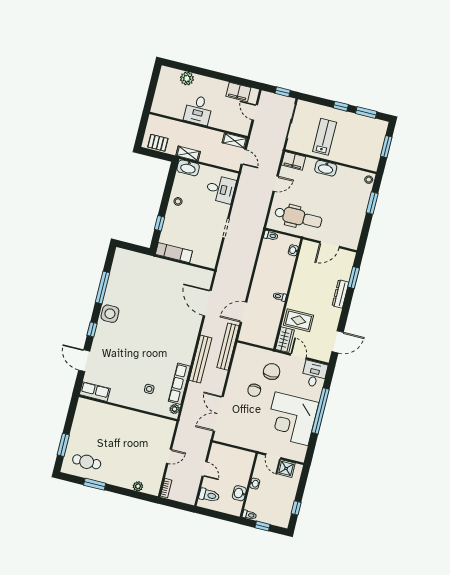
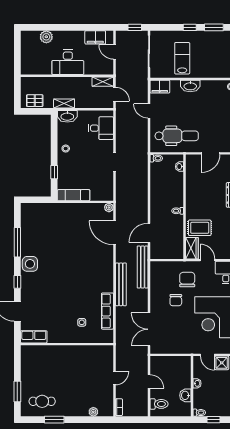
desk: (198, 110) -> (68, 62), width x1.37
door: (276, 184) -> (149, 111), swing flipped
plant: (175, 409) -> (109, 207), moved

